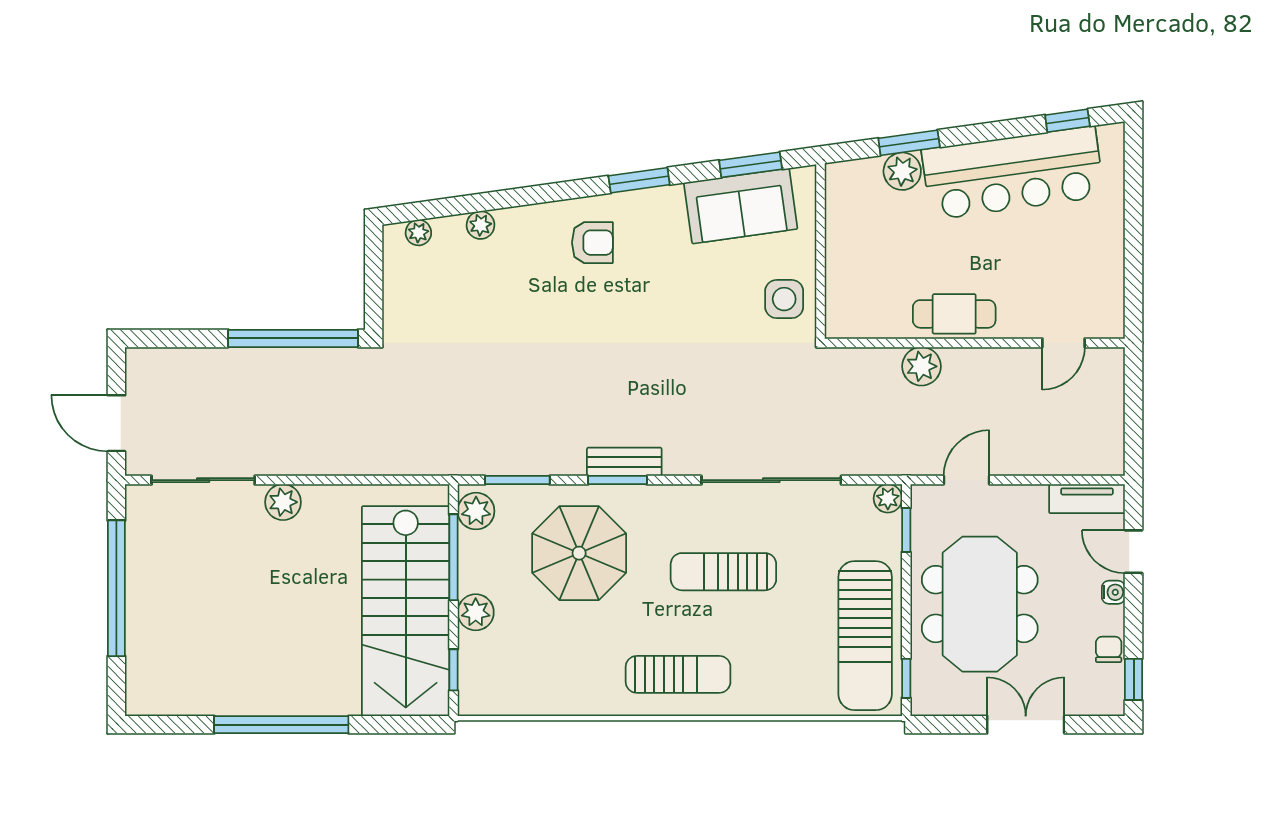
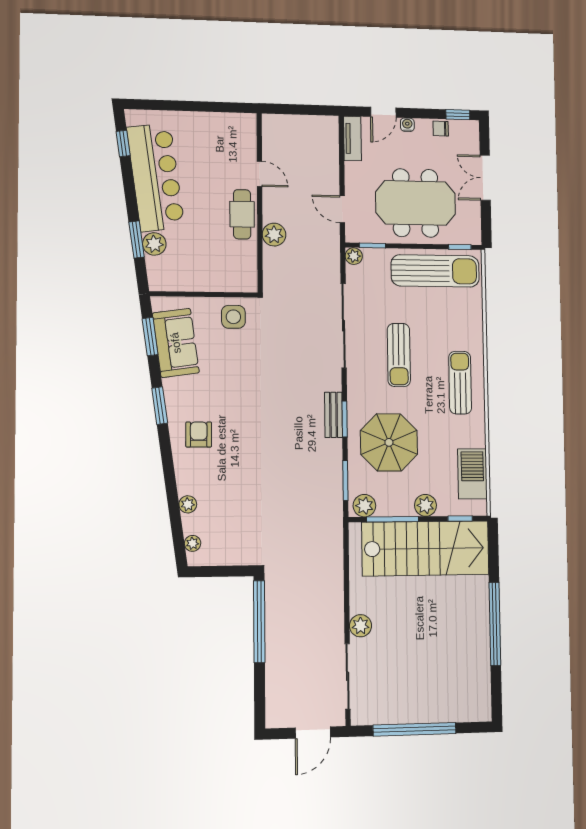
door: (1064, 343) -> (259, 174), moved
barbecue: (527, 692) -> (472, 474), added

